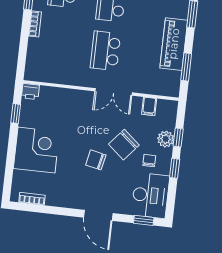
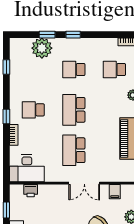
desk: (46, 66) -> (27, 168), added
printer: (30, 92) -> (31, 191), moved

